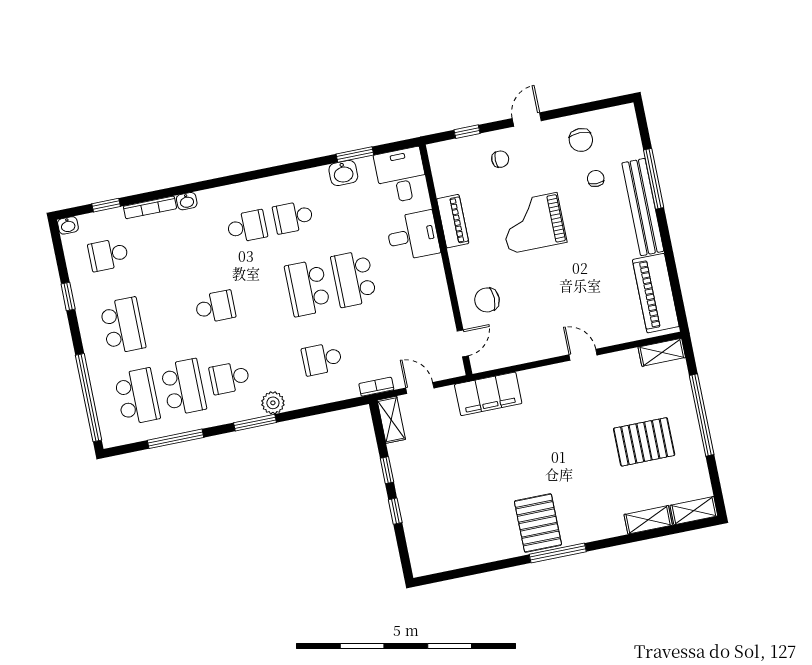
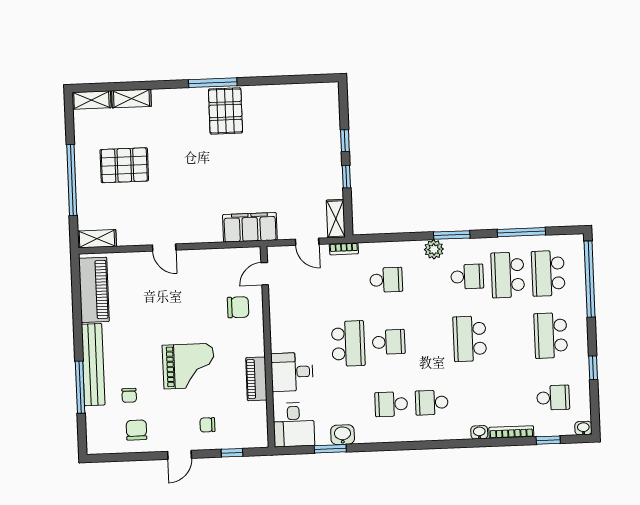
school desk: (293, 217) -> (391, 404), turned 180
school desk: (308, 288) -> (389, 342), width x0.54
school desk: (215, 307) -> (470, 339), width x1.85

